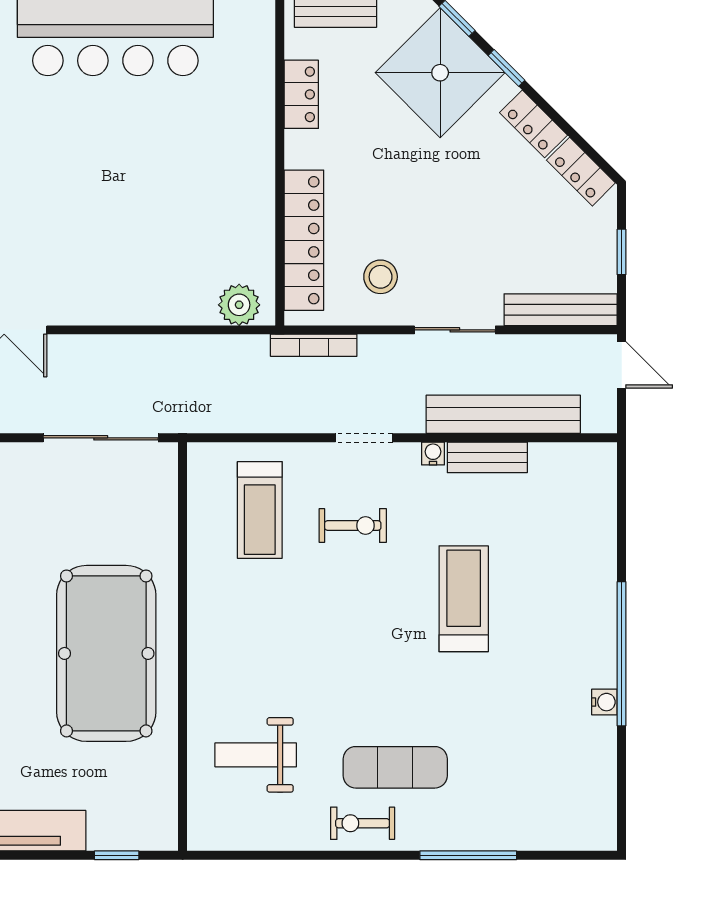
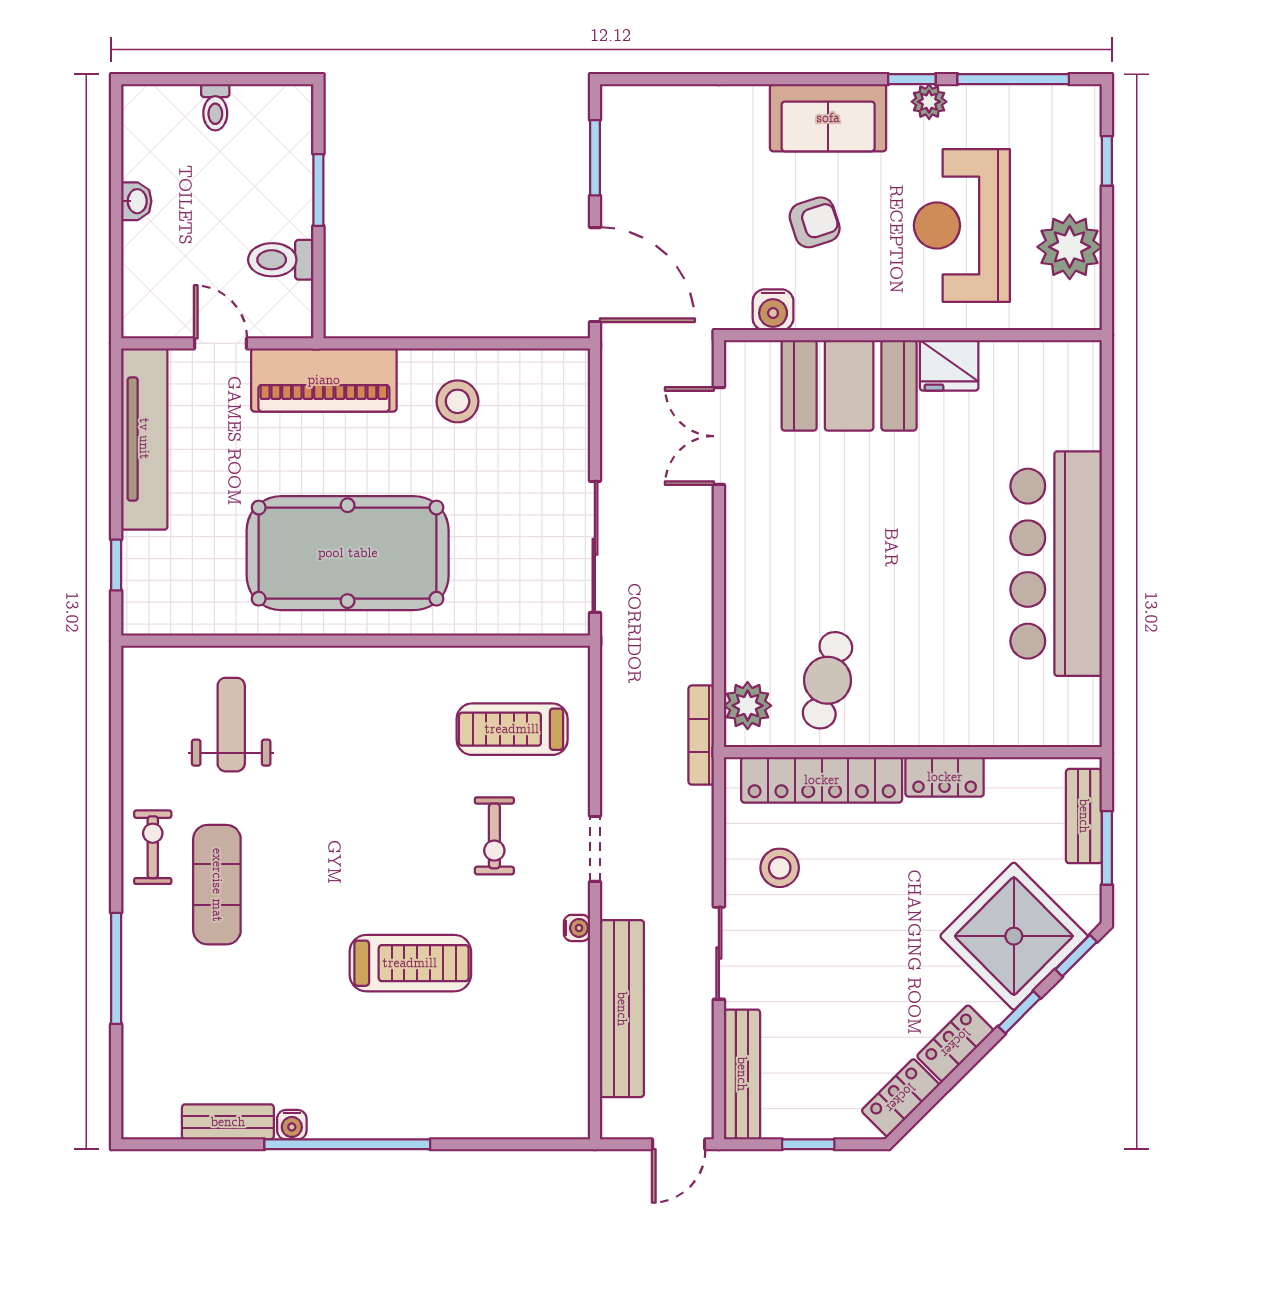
locker: (301, 94) -> (945, 777), moved
cafe table: (217, 235) -> (828, 680), added
bookcase: (314, 345) -> (701, 735), moved
bench: (487, 457) -> (228, 1122), moved, turned 90

